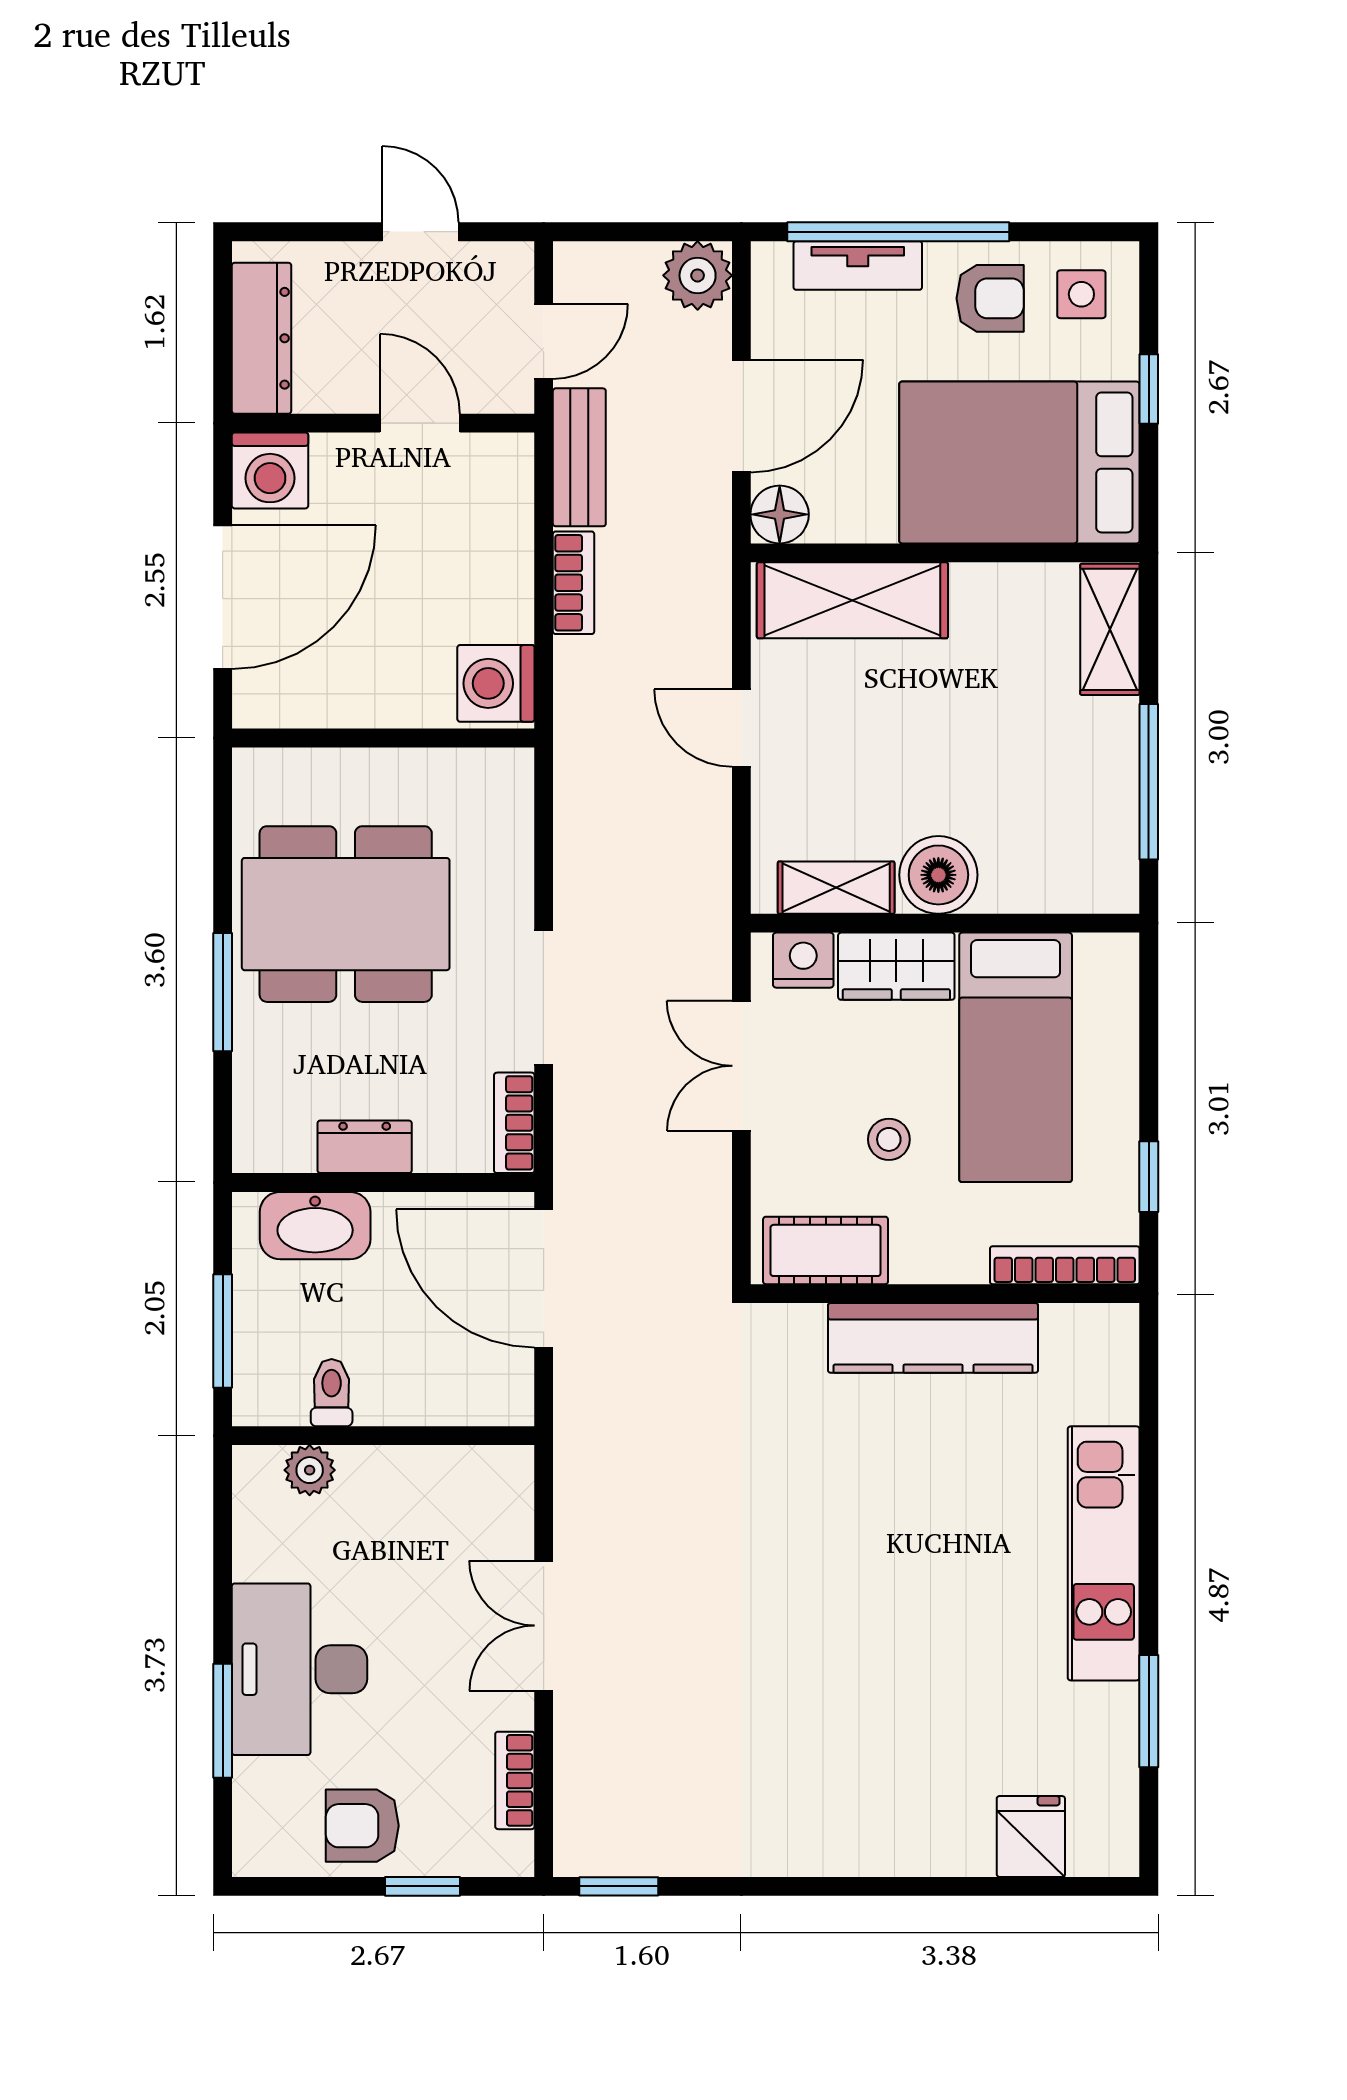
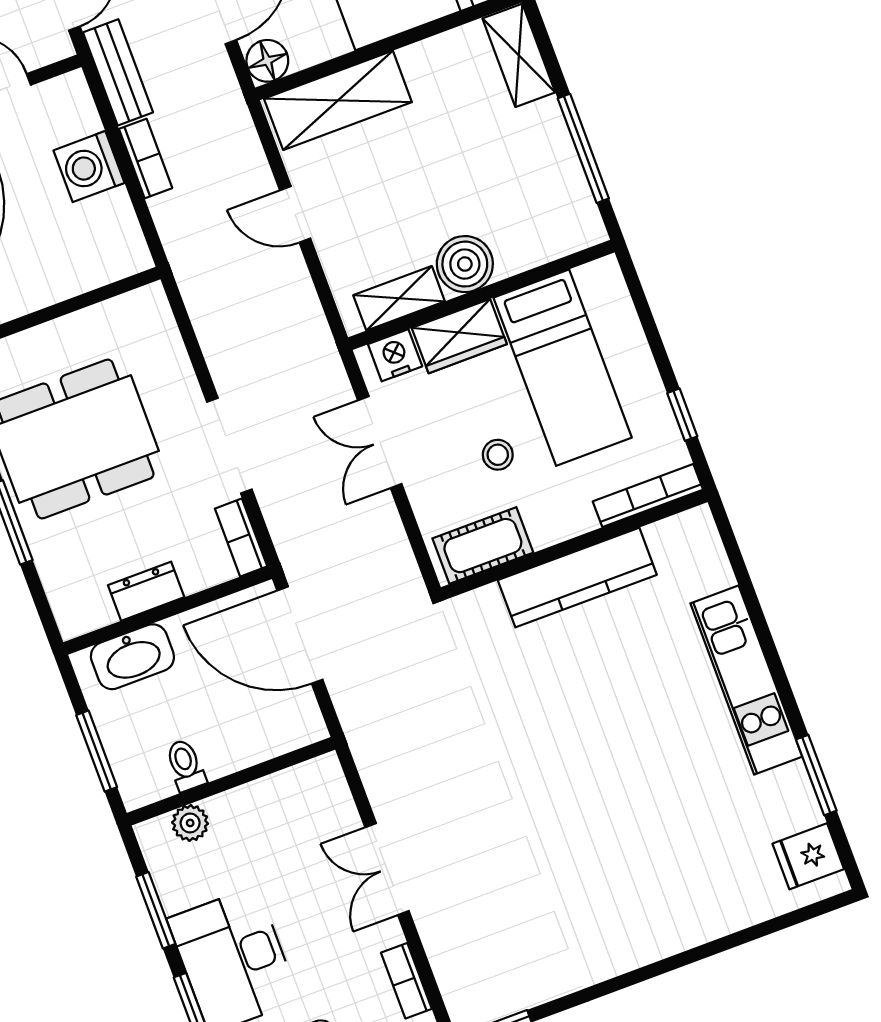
washing machine: (496, 683) -> (89, 167), moved
window: (223, 1567) -> (156, 910), added
fridge: (1031, 1836) -> (808, 856), moved, turned -90

